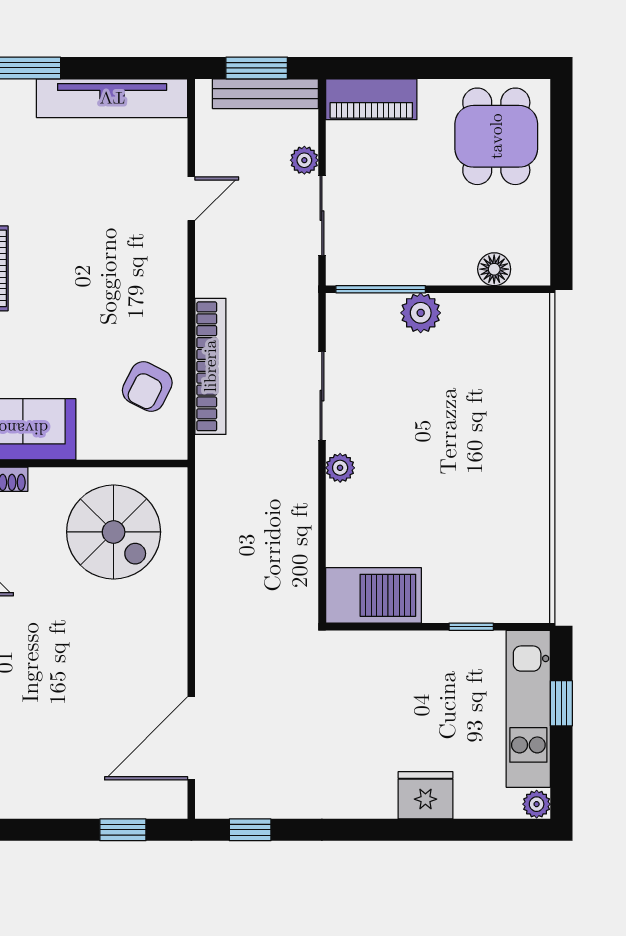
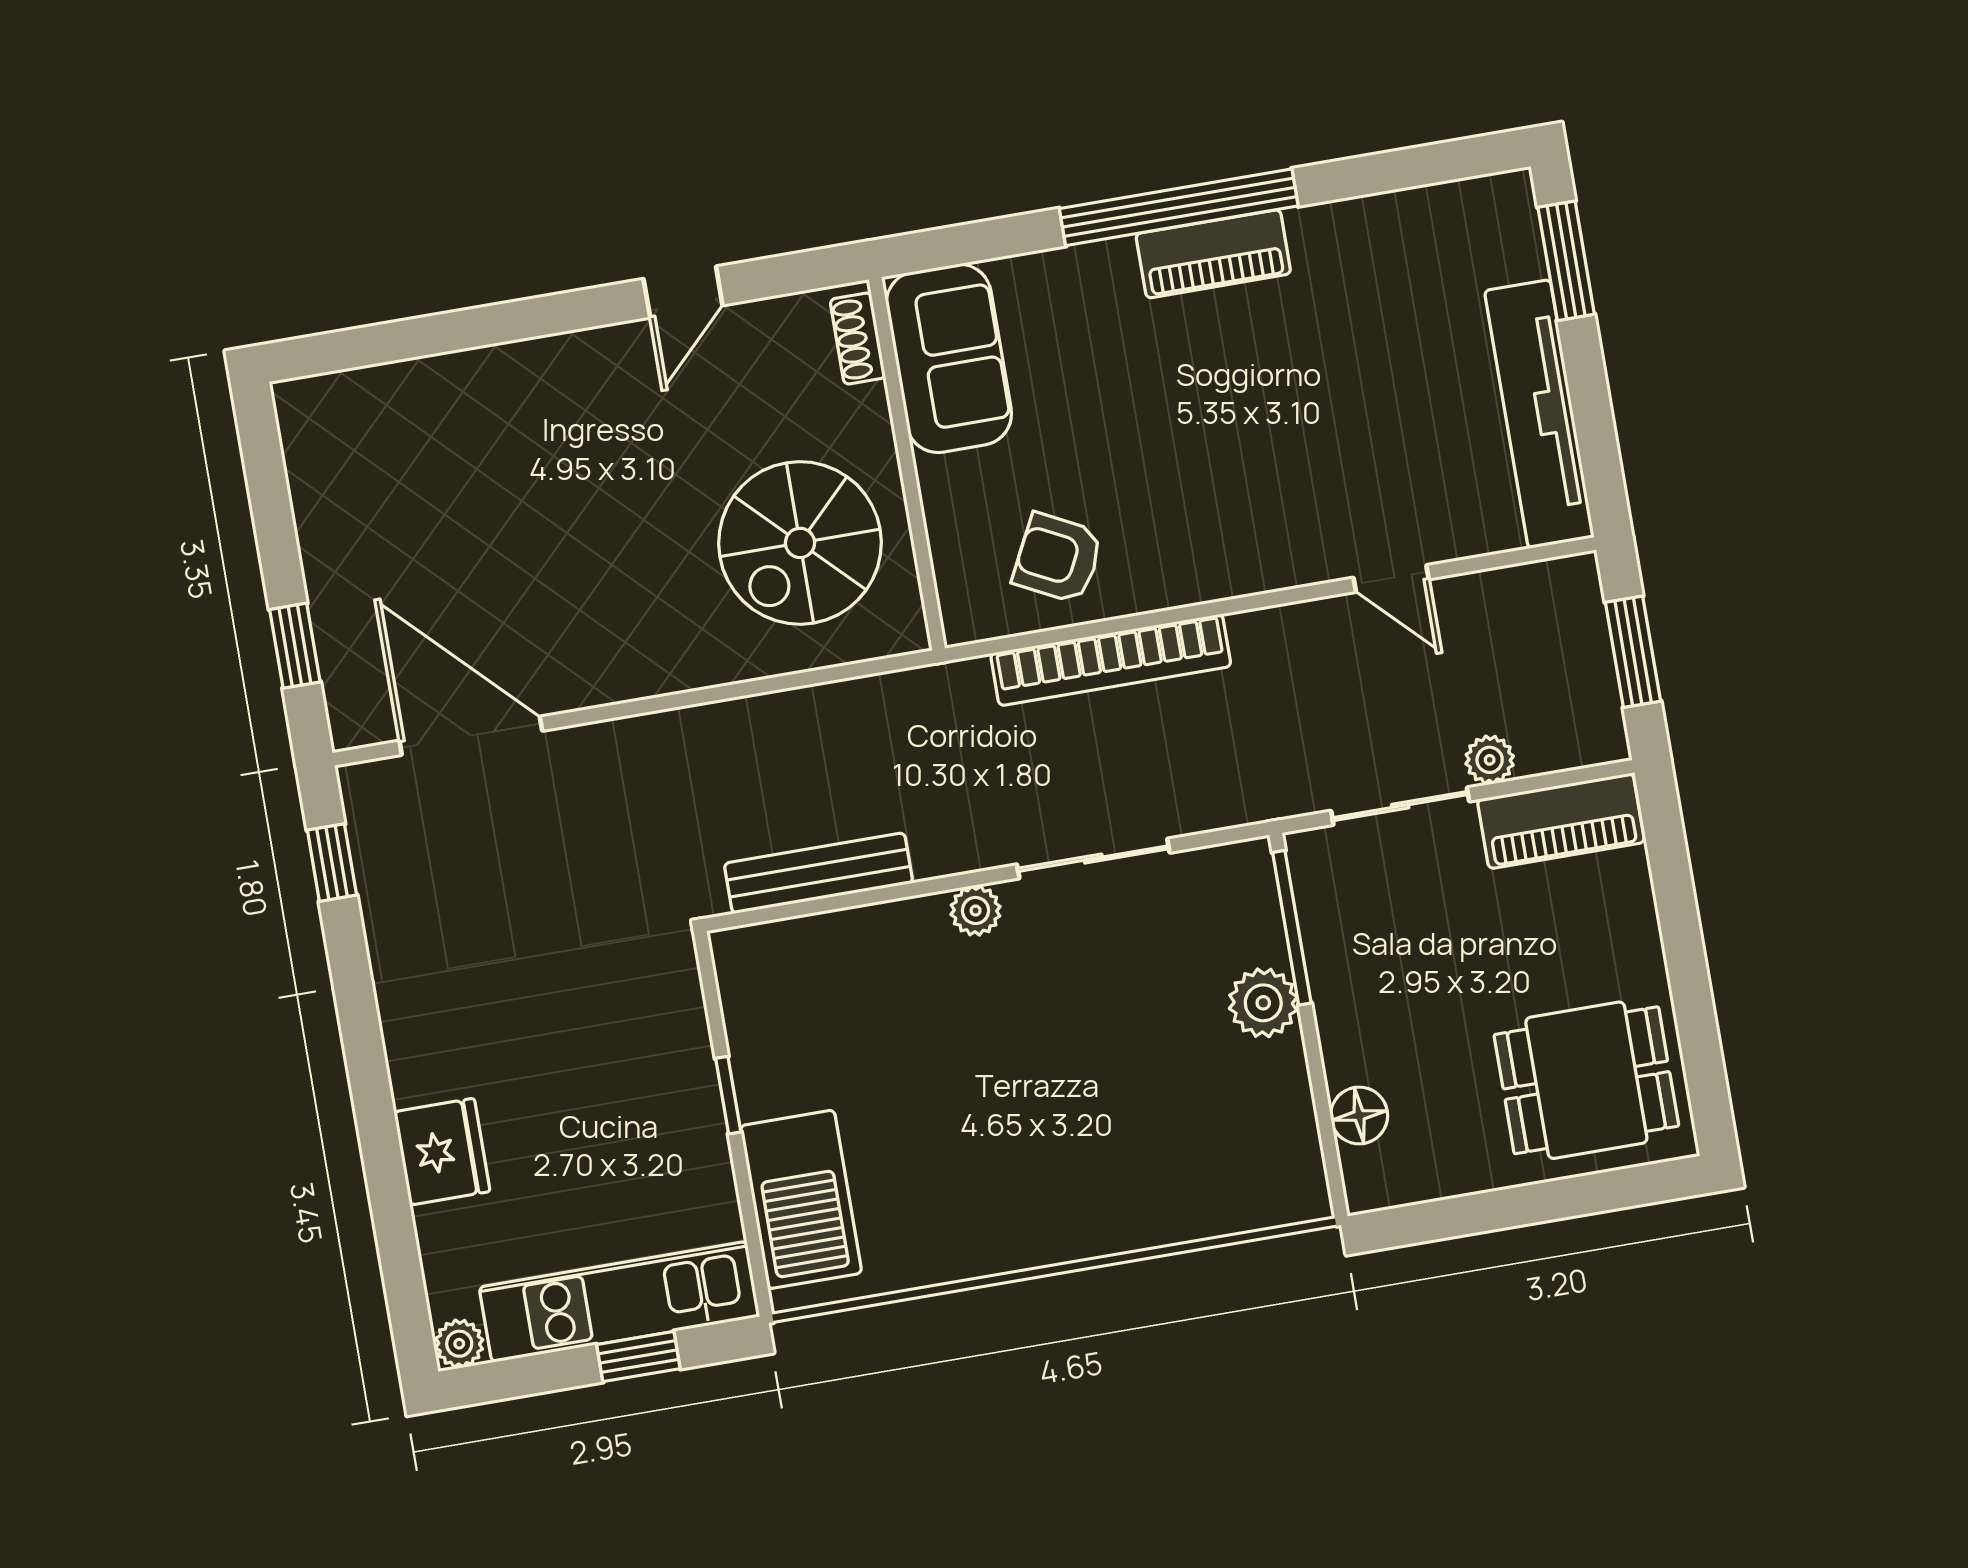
bench: (265, 94) -> (819, 873), moved, turned 90
piano: (371, 99) -> (1561, 821), moved, turned -90
barbecue: (374, 595) -> (801, 1199), moved
window: (471, 627) -> (728, 1095), moved

